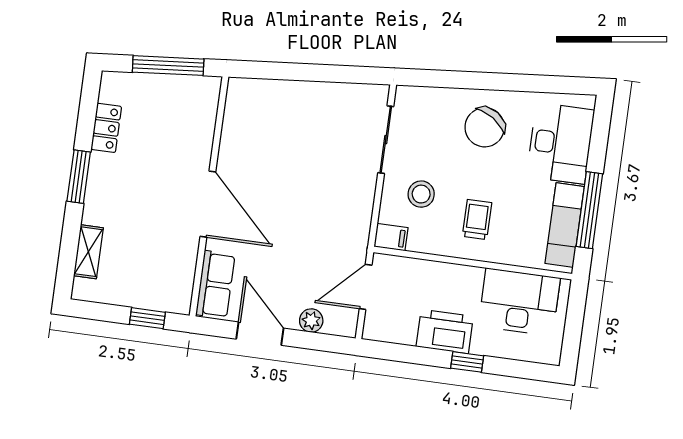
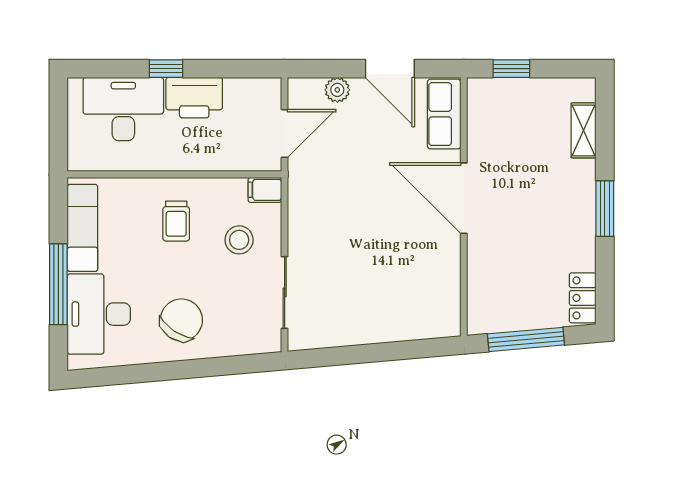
locker: (106, 128) -> (583, 298), moved
window: (589, 210) -> (58, 284), moved
desk: (519, 302) -> (123, 109), moved, turned 180

